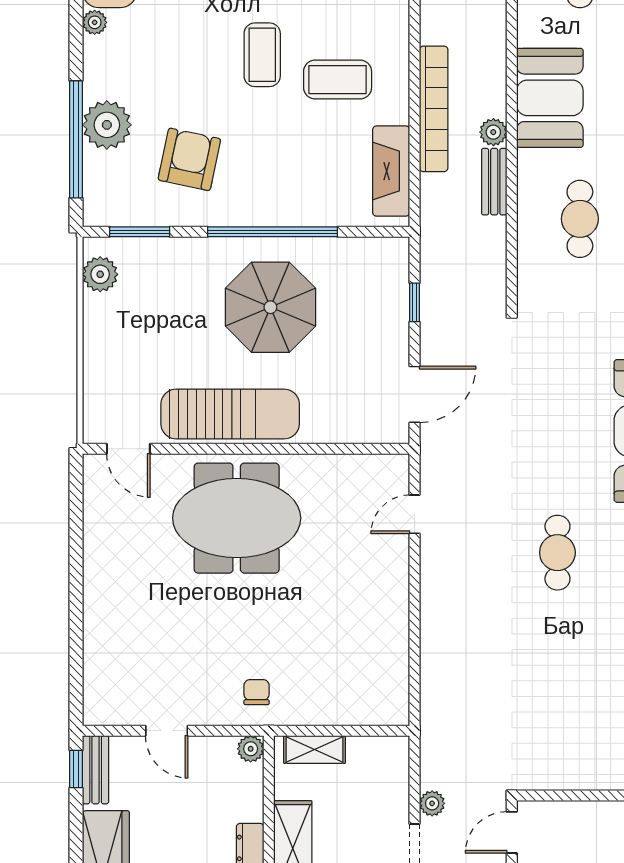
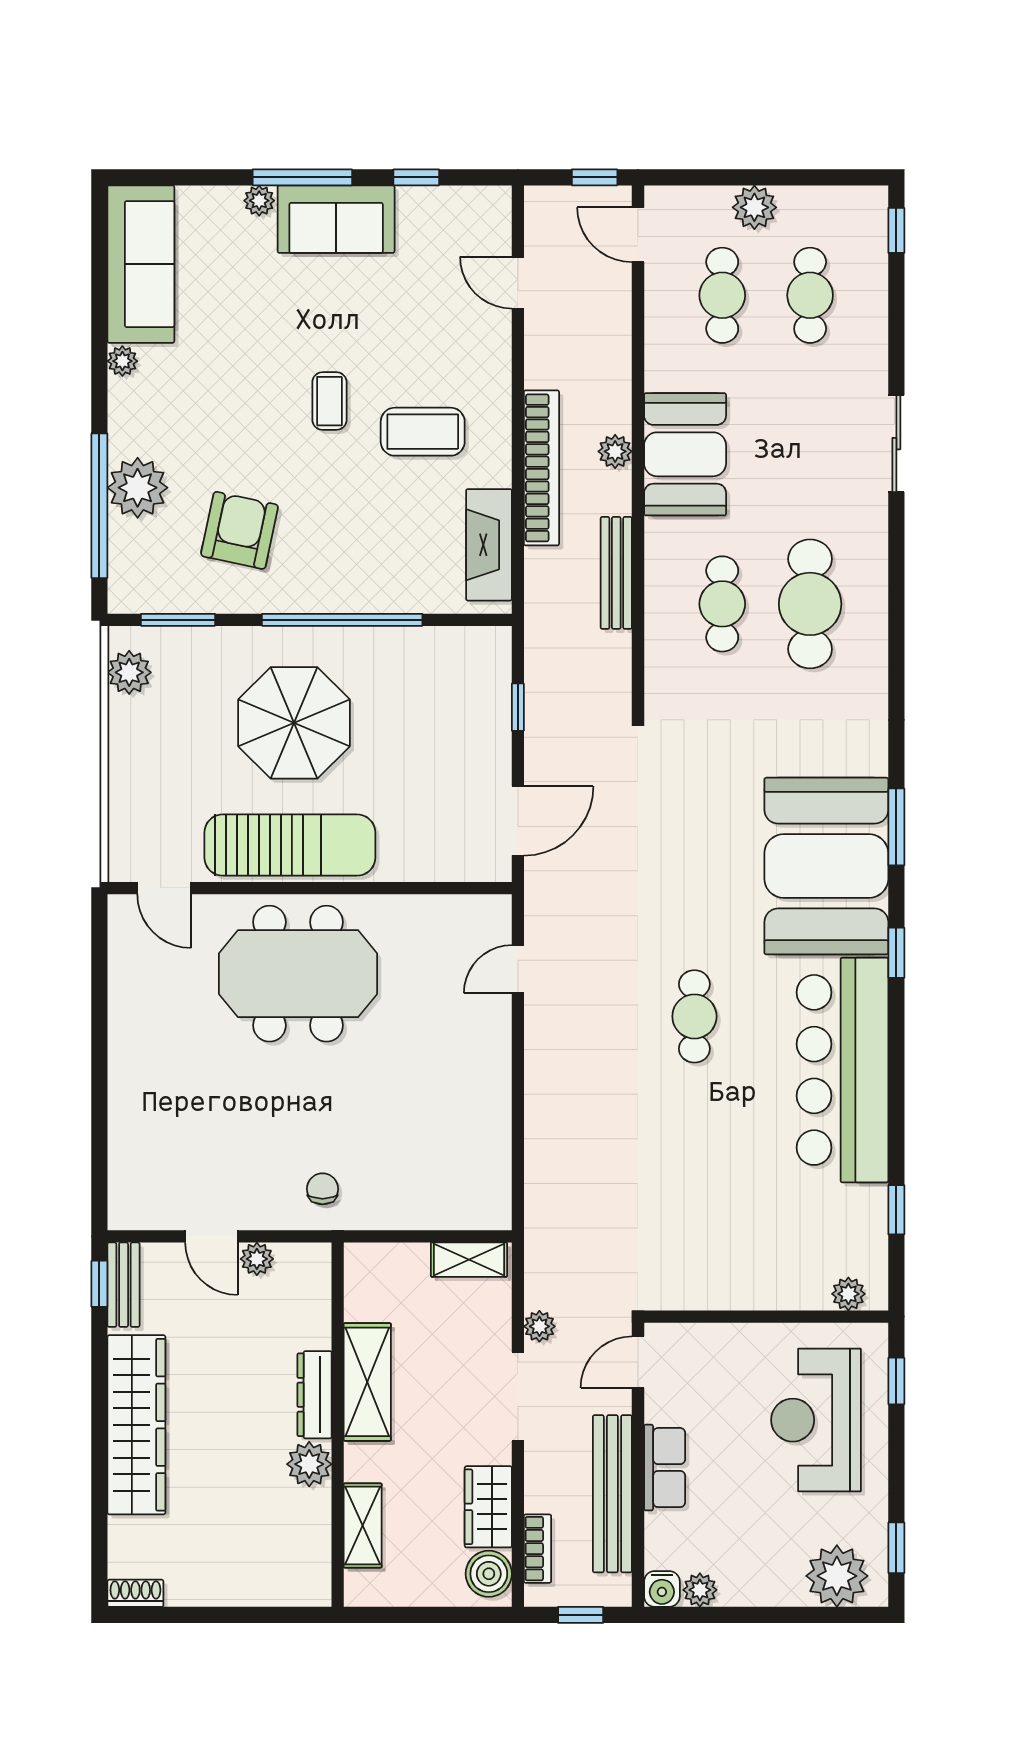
coffee table: (262, 55) -> (329, 401), width x0.73, depth x0.77
plant: (493, 132) -> (615, 451), moved
bench: (494, 182) -> (616, 573), width x1.36
parasol: (270, 307) -> (294, 723), moved
plant: (251, 749) -> (257, 1259), moved
shelving: (315, 749) -> (469, 1260), moved

